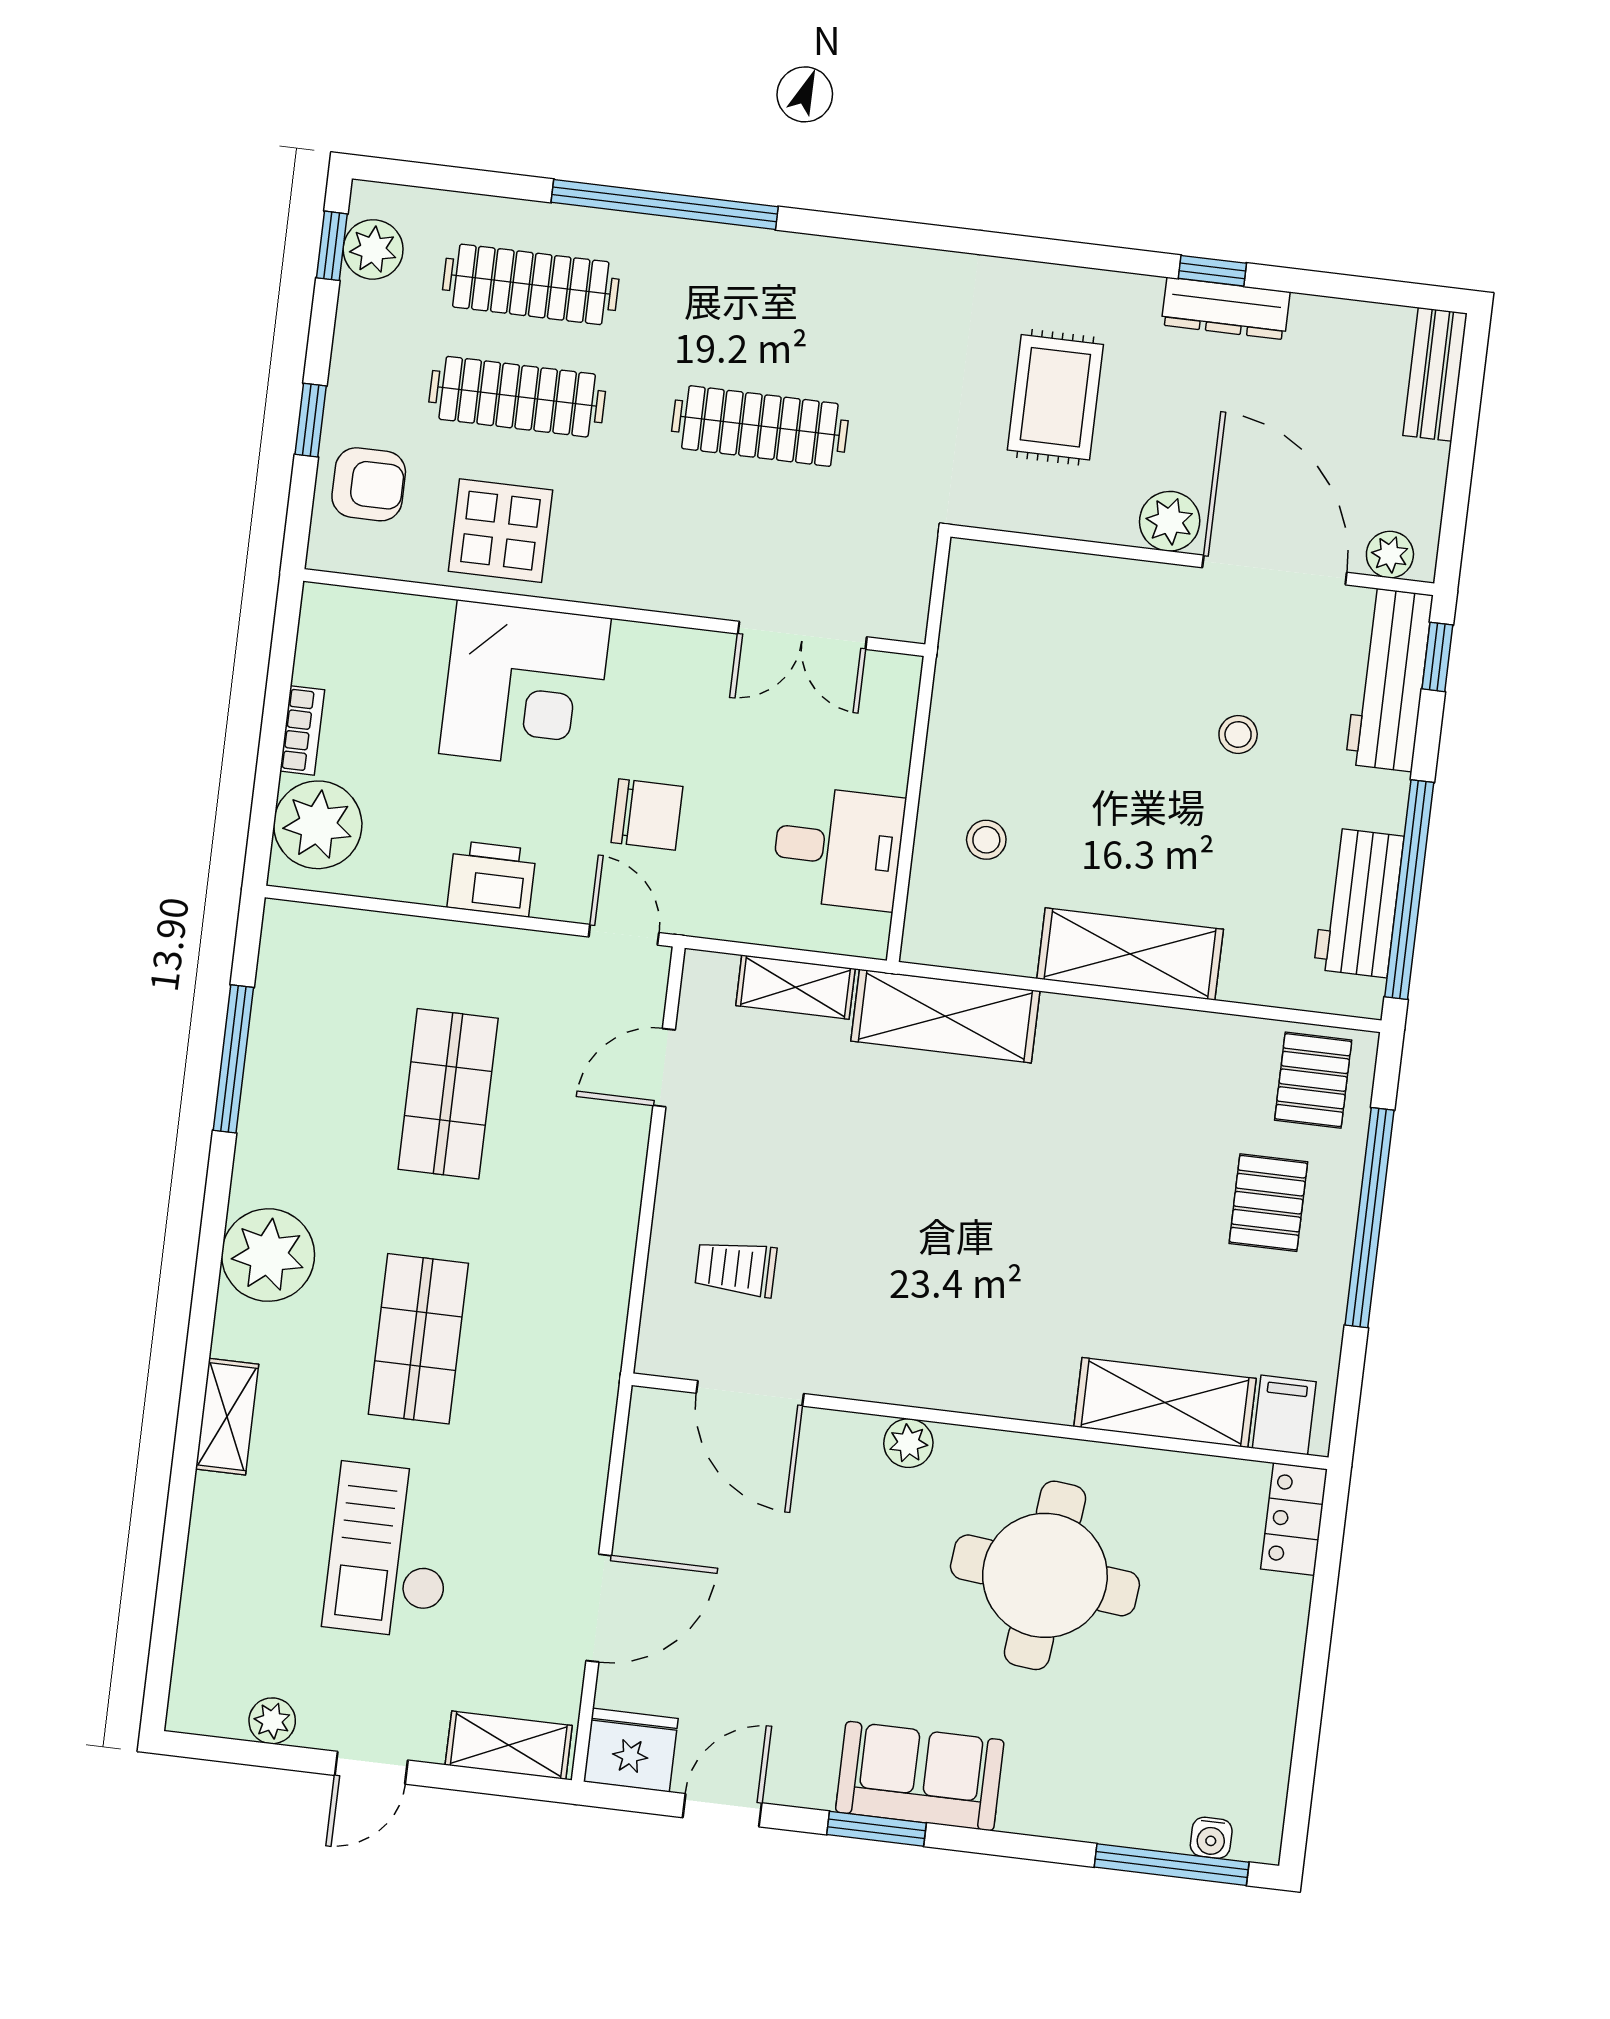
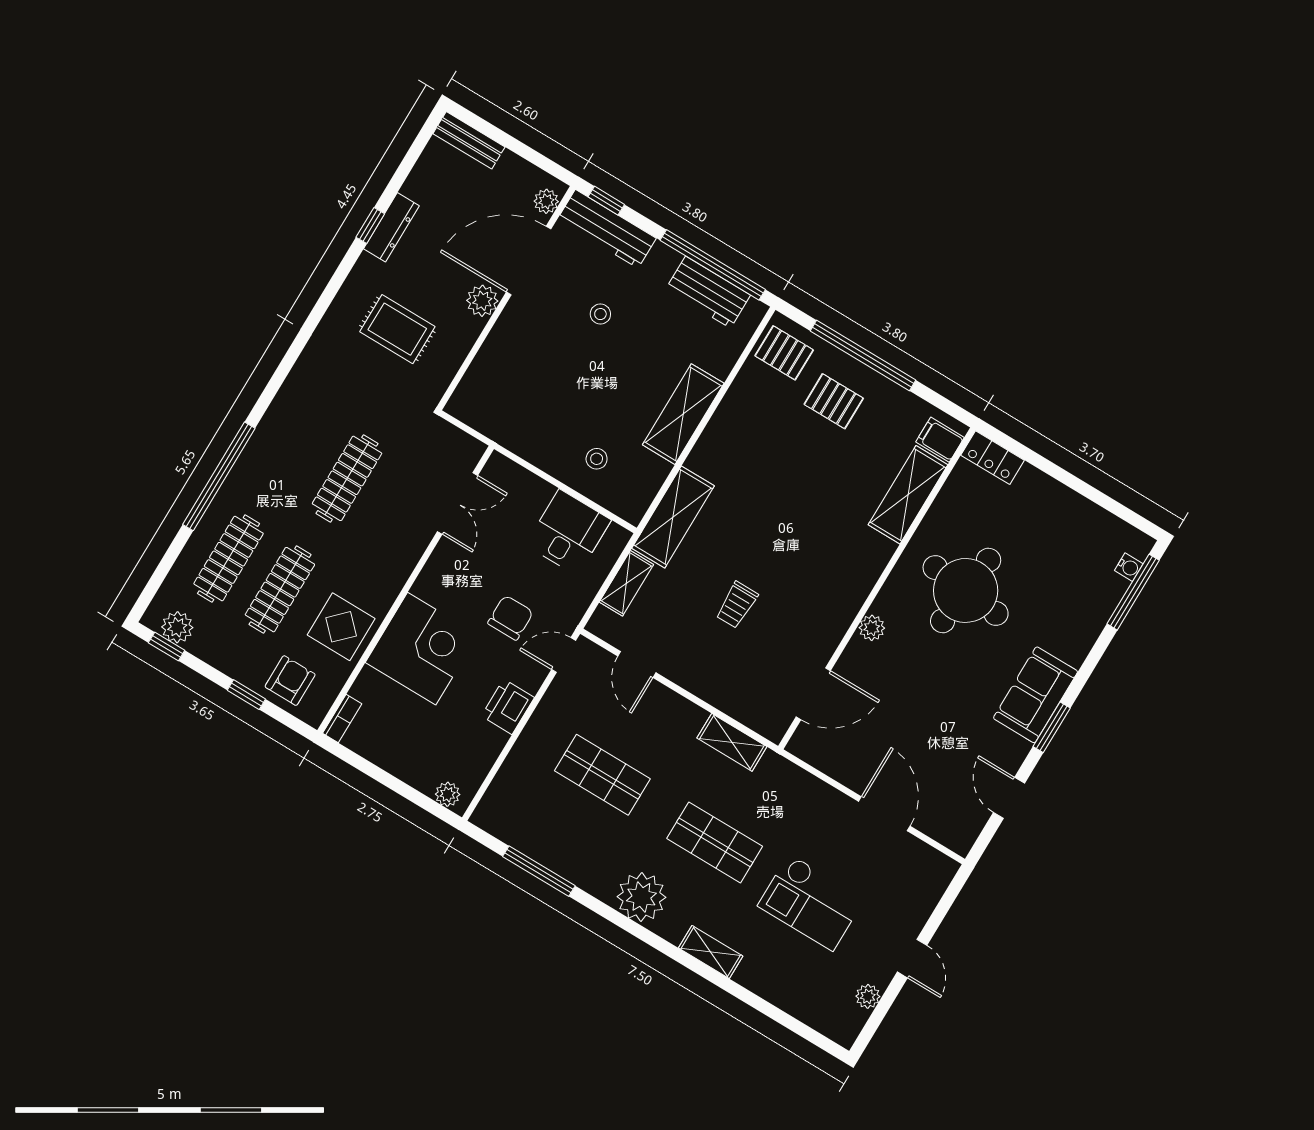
bookcase: (302, 730) -> (342, 718), moved, turned 90
plant: (318, 825) -> (448, 794), width x0.53, depth x0.53
trolley: (736, 1268) -> (737, 605), moved
shelving: (509, 1745) -> (732, 742), moved, turned 90
fridge: (631, 1750) -> (960, 829), removed

